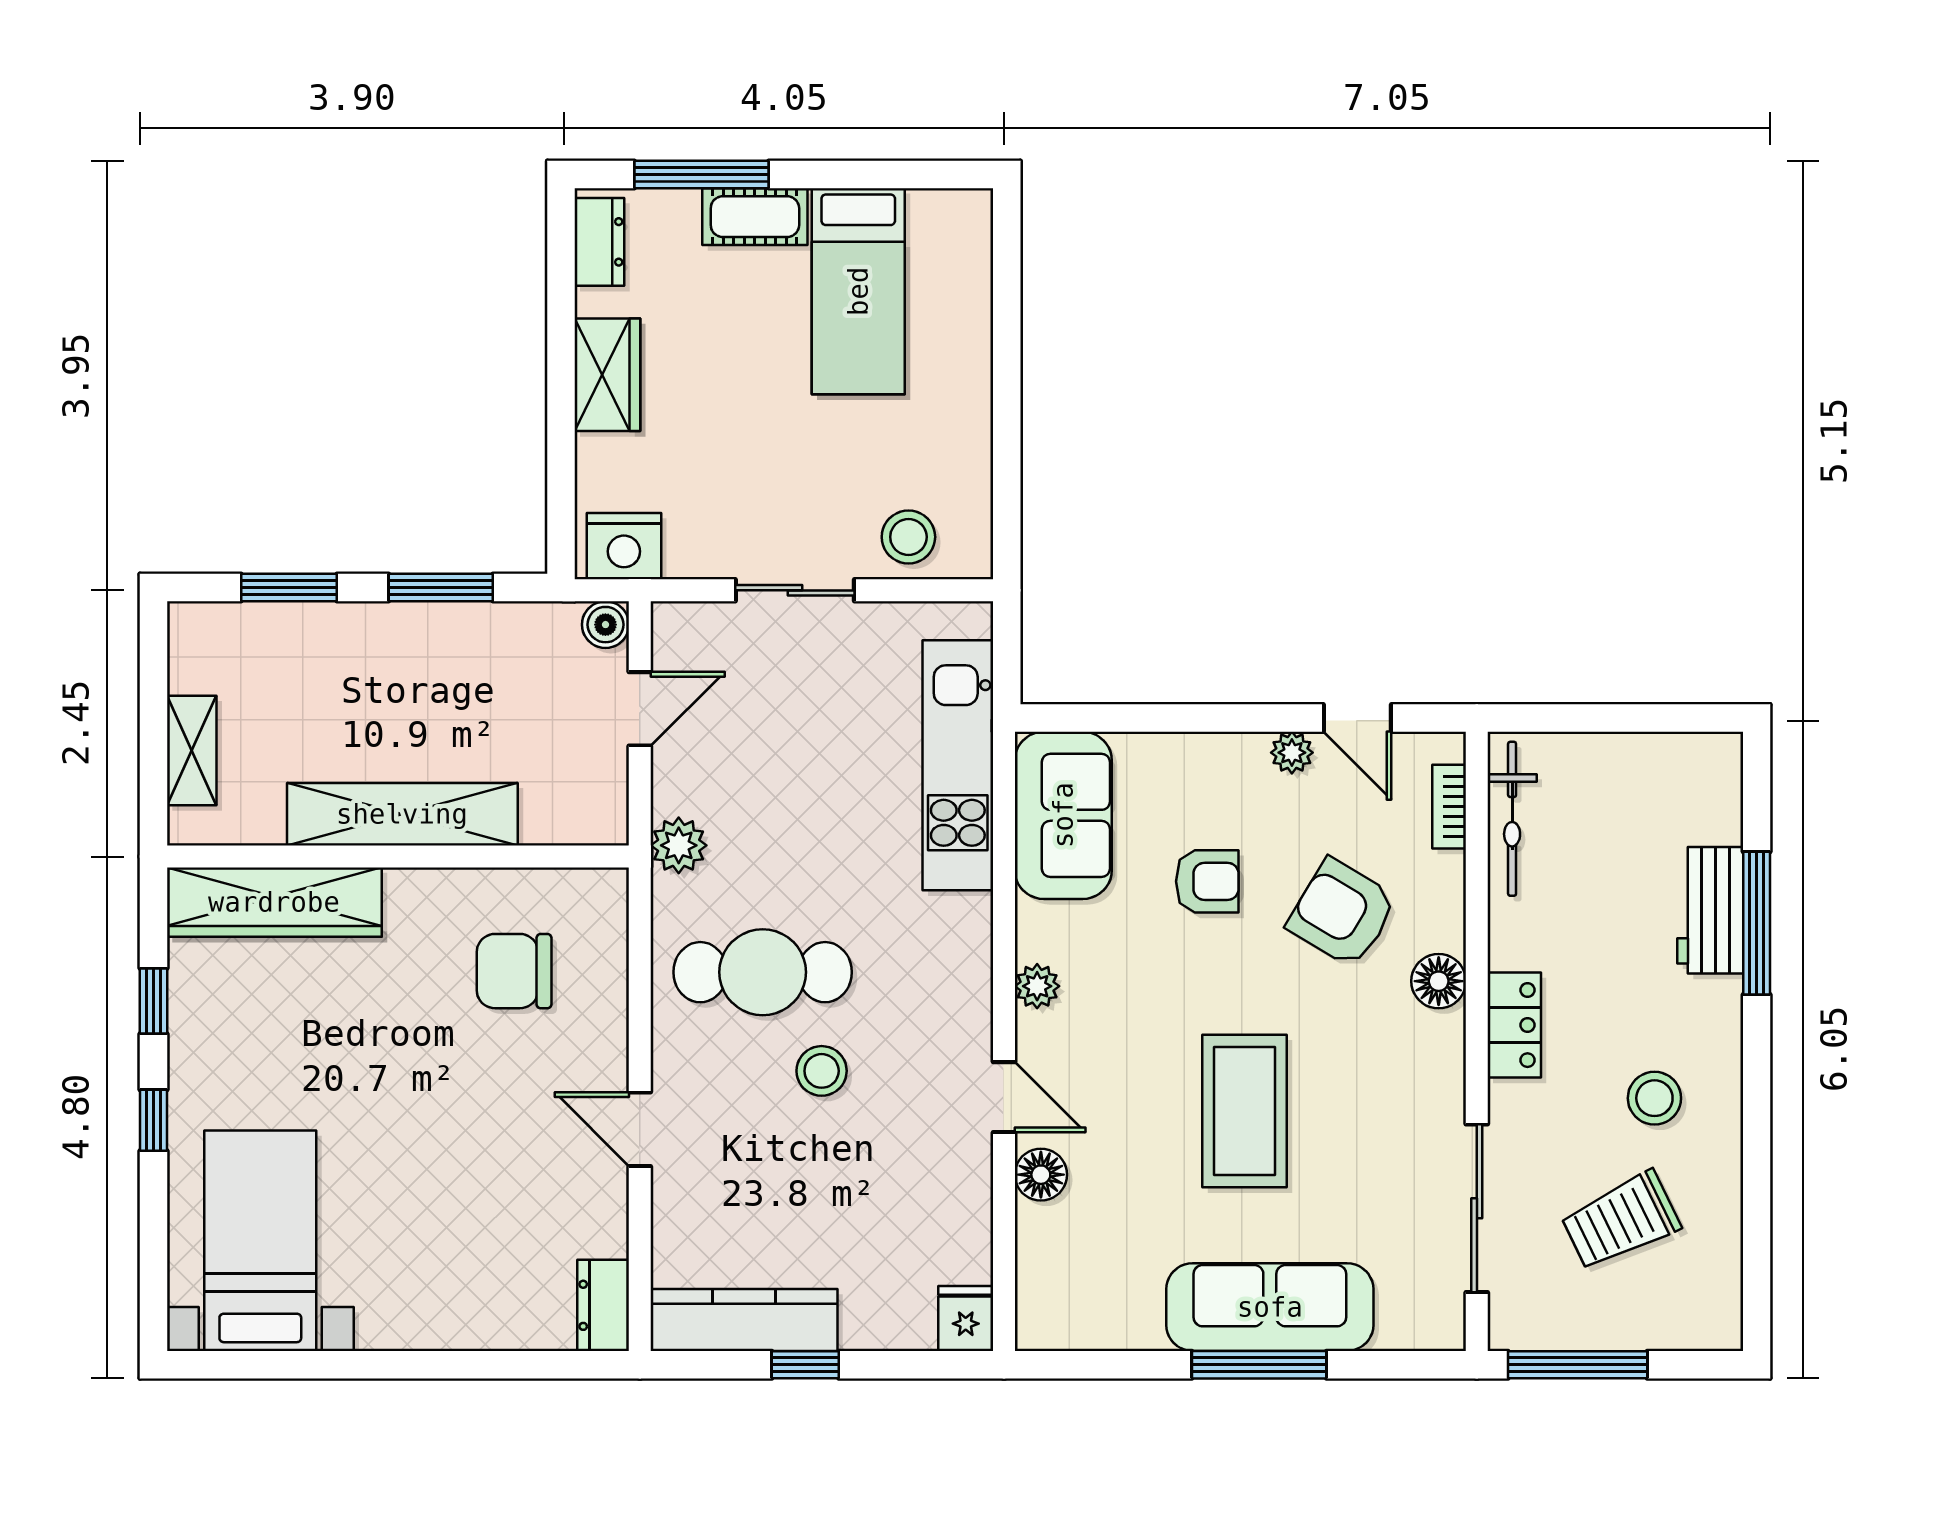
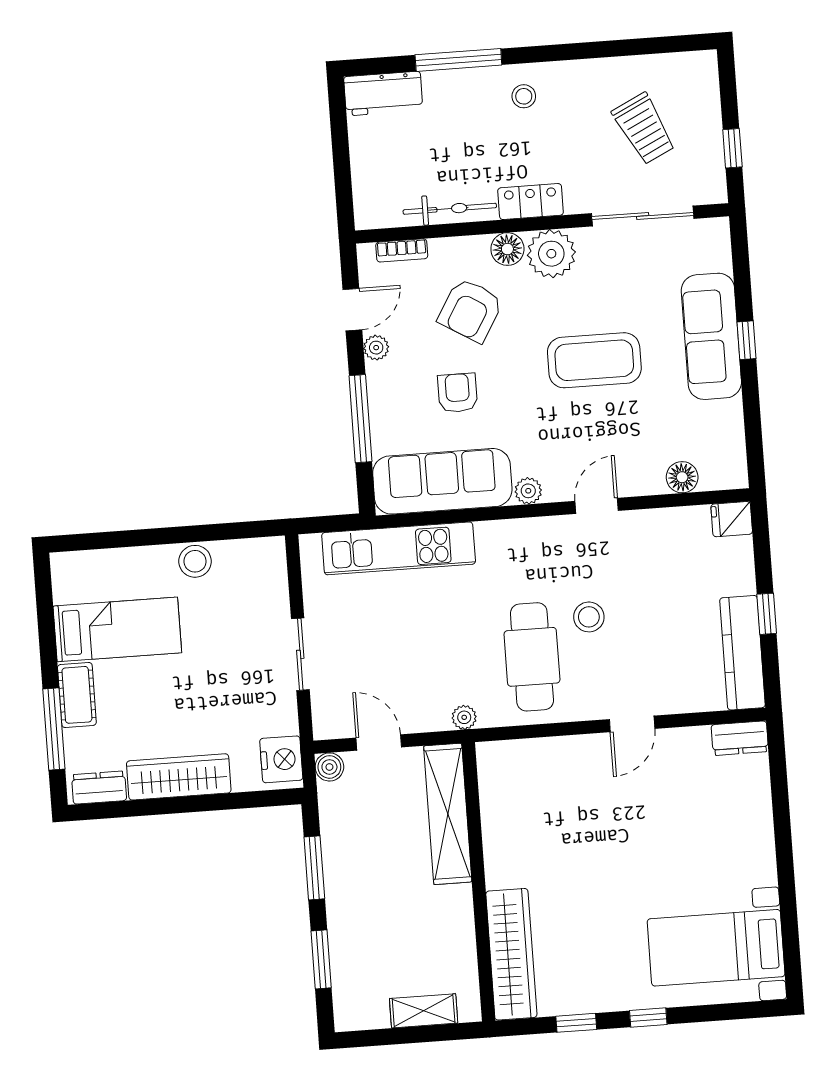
wardrobe: (607, 375) -> (179, 777), width x1.50
stool: (908, 537) -> (195, 561), moved
window: (1177, 718) -> (360, 419), added
shelving: (402, 814) -> (448, 814), moved
sofa: (1063, 815) -> (442, 481), width x1.36
bicycle: (1512, 819) -> (450, 209), moved
plant: (679, 845) -> (464, 717), width x0.73, depth x0.73
workbench: (1710, 910) -> (383, 94), moved
chair: (514, 971) -> (542, 807), removed
plant: (1426, 1053) -> (551, 254), added
stool: (1654, 1098) -> (524, 96), moved, width x0.73, depth x0.73
floor lamp: (1041, 1175) -> (682, 477), moved
window: (1259, 1365) -> (747, 340), width x0.46
window: (1578, 1365) -> (732, 148), width x0.46

